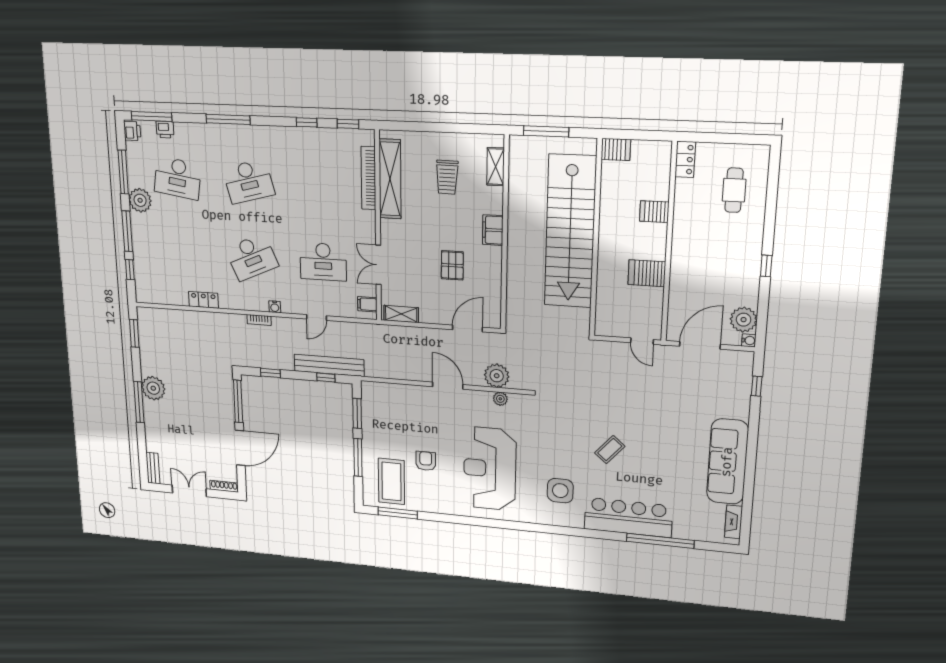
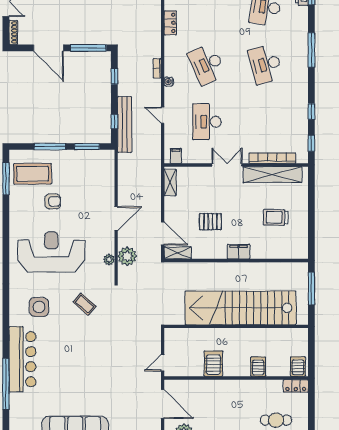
server rack: (616, 149) -> (298, 367), moved, turned 180
shelving: (496, 167) -> (178, 253), moved
double door: (378, 265) -> (227, 165), moved
coffee table: (610, 450) -> (85, 304), moved

